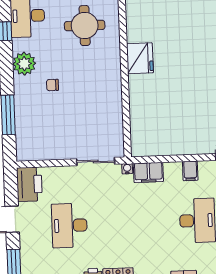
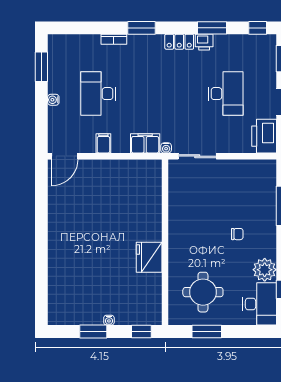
plant: (24, 64) -> (265, 270), moved

